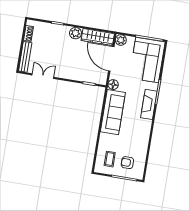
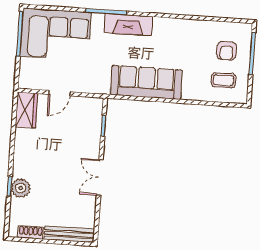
plant: (75, 33) -> (21, 188), moved
wardrobe: (98, 37) -> (26, 110), width x0.67
plant: (121, 40) -> (27, 80), removed
door: (111, 59) -> (59, 93), width x0.53
double door: (43, 76) -> (100, 177), moved
floor lamp: (113, 85) -> (101, 86), removed

